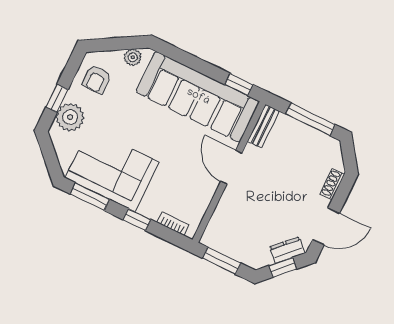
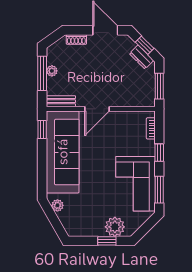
armchair: (97, 79) -> (83, 222), removed
plant: (308, 133) -> (52, 71), added
dresser: (287, 250) -> (141, 57), moved

